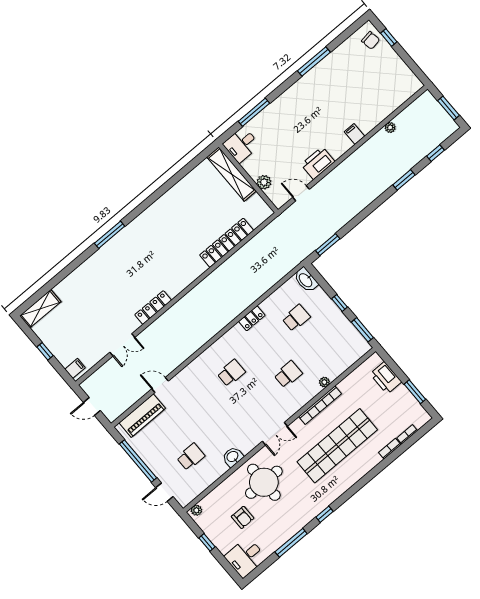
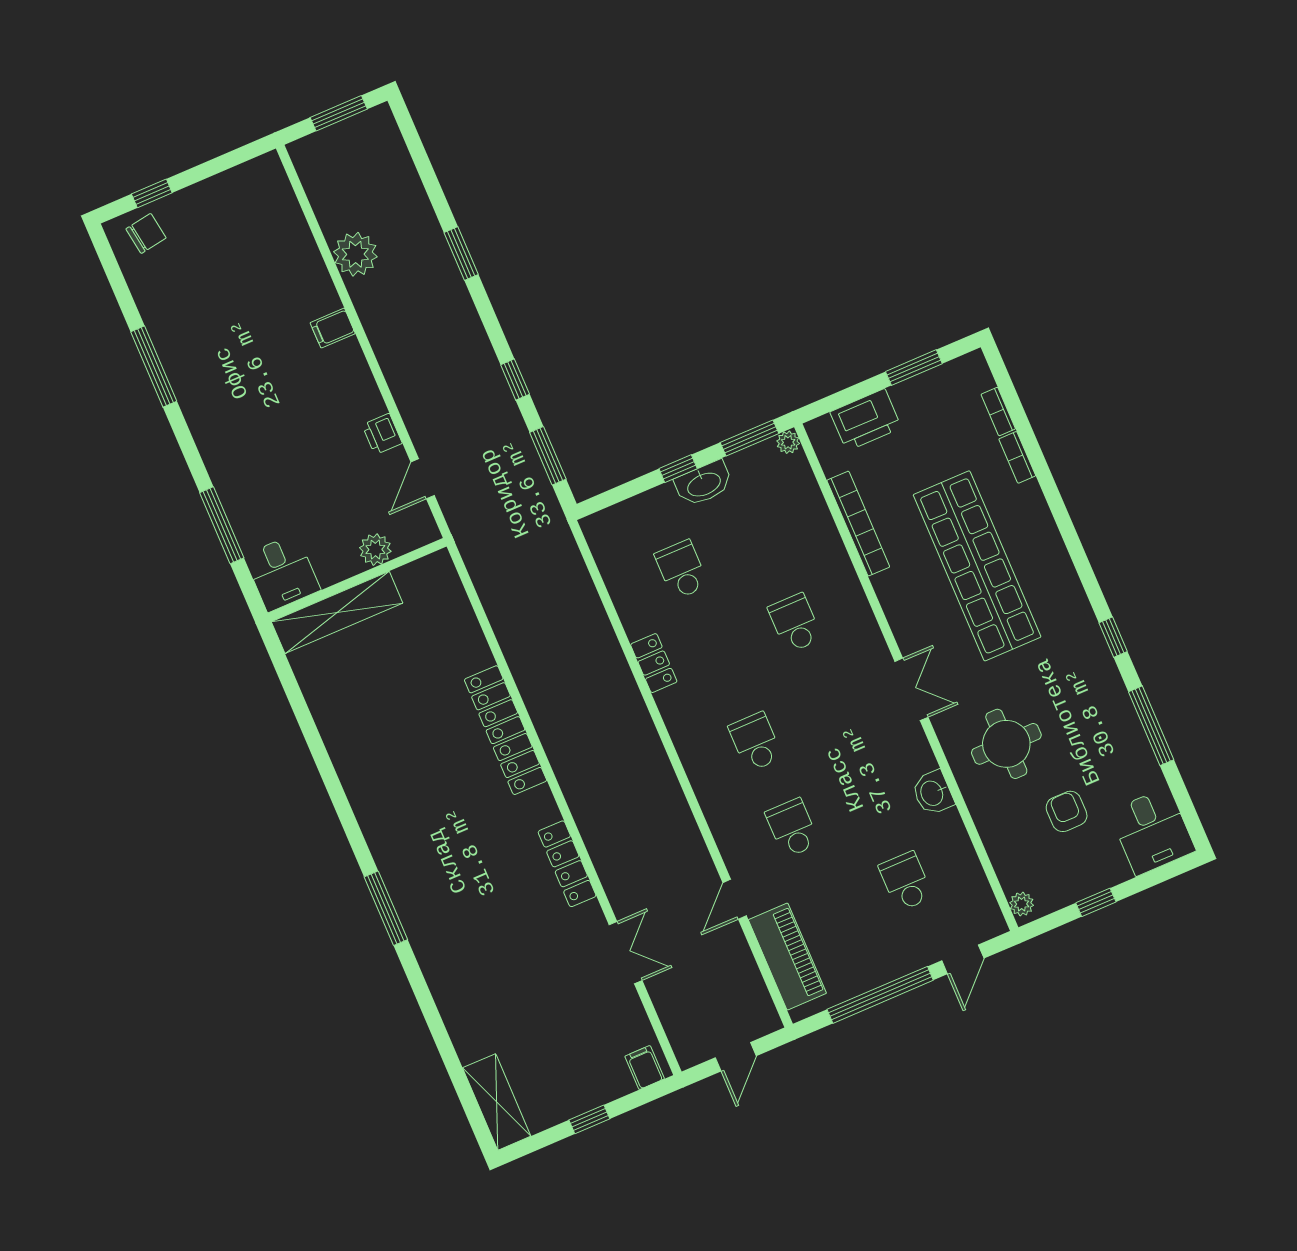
plant: (390, 127) -> (355, 254), width x1.88, depth x1.88
window: (436, 153) -> (515, 379), moved
printer: (318, 163) -> (382, 434), width x0.53, depth x0.68
locker: (227, 243) -> (505, 730), moved
washbasin: (306, 280) -> (704, 484), moved
plant: (324, 382) -> (788, 442), moved
school desk: (199, 400) -> (792, 828), added
bookcase: (320, 405) -> (858, 524), moved
round table: (264, 482) -> (1006, 744), width x0.73, depth x0.73
armchair: (243, 517) -> (1067, 811), turned -90

